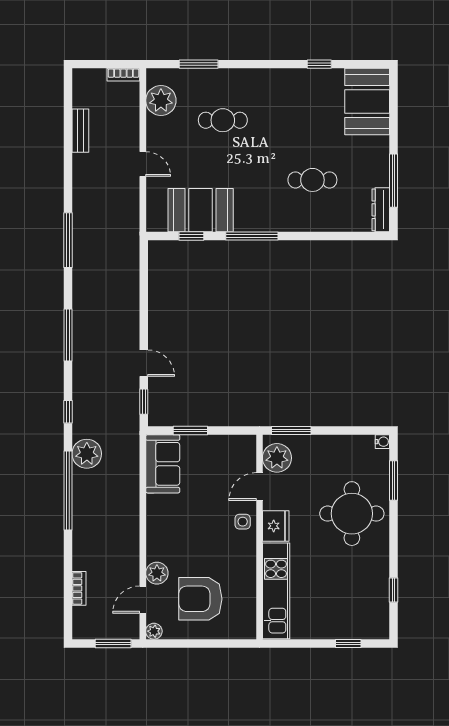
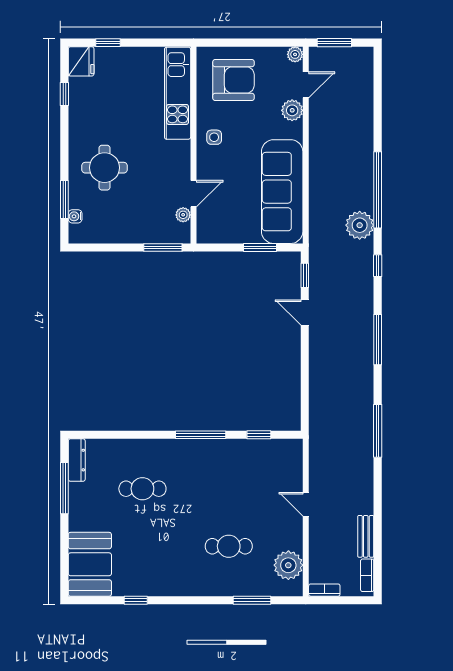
booth: (201, 210) -> (250, 460), removed
water cooler: (382, 442) -> (75, 216), moved
plant: (277, 458) -> (183, 215), width x0.53, depth x0.53
sofa: (163, 464) -> (282, 192), width x1.85, depth x1.27
round table: (352, 514) -> (105, 168), width x0.73, depth x0.73
side table: (243, 522) -> (214, 137), moved
fridge: (276, 526) -> (81, 61), moved, turned 180
bookcase: (79, 588) -> (367, 575), moved
armchair: (200, 599) -> (233, 80), moved

